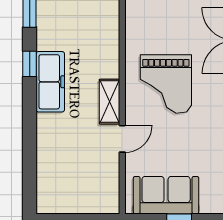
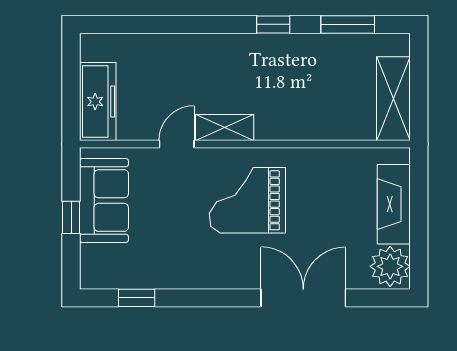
freezer: (50, 82) -> (98, 102), moved, turned -90
door: (122, 139) -> (177, 144), swing flipped

